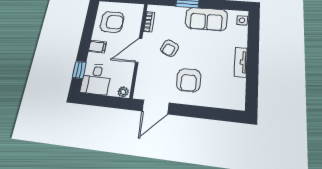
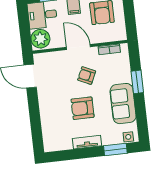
window: (253, 35) -> (115, 149), added
armchair: (189, 80) -> (83, 108), moved
plant: (123, 92) -> (40, 39), width x1.88, depth x1.88

